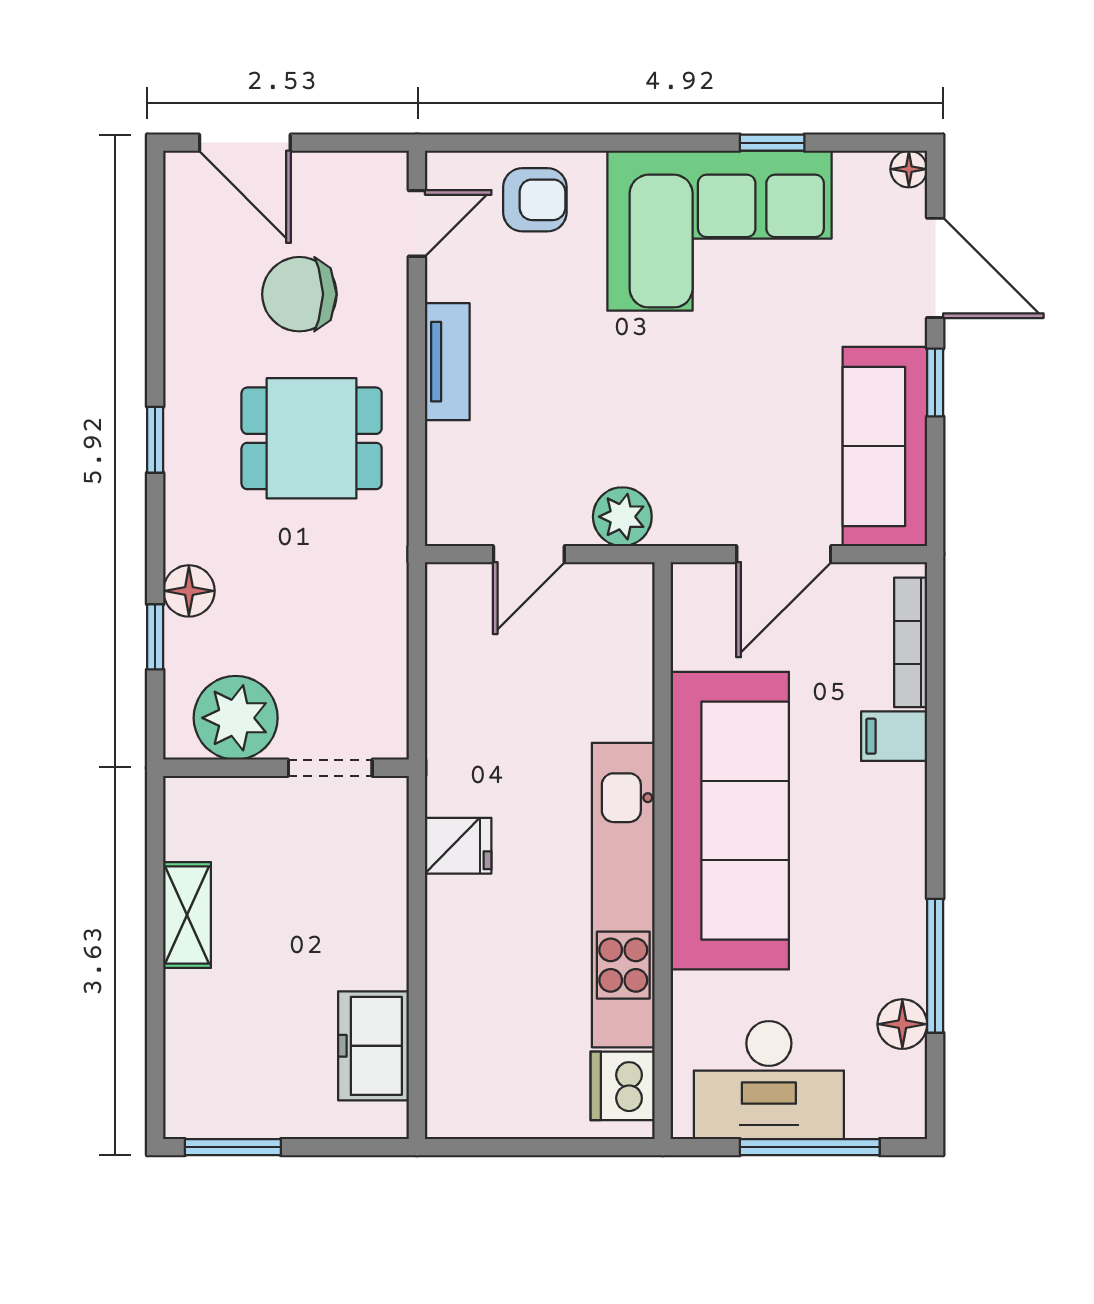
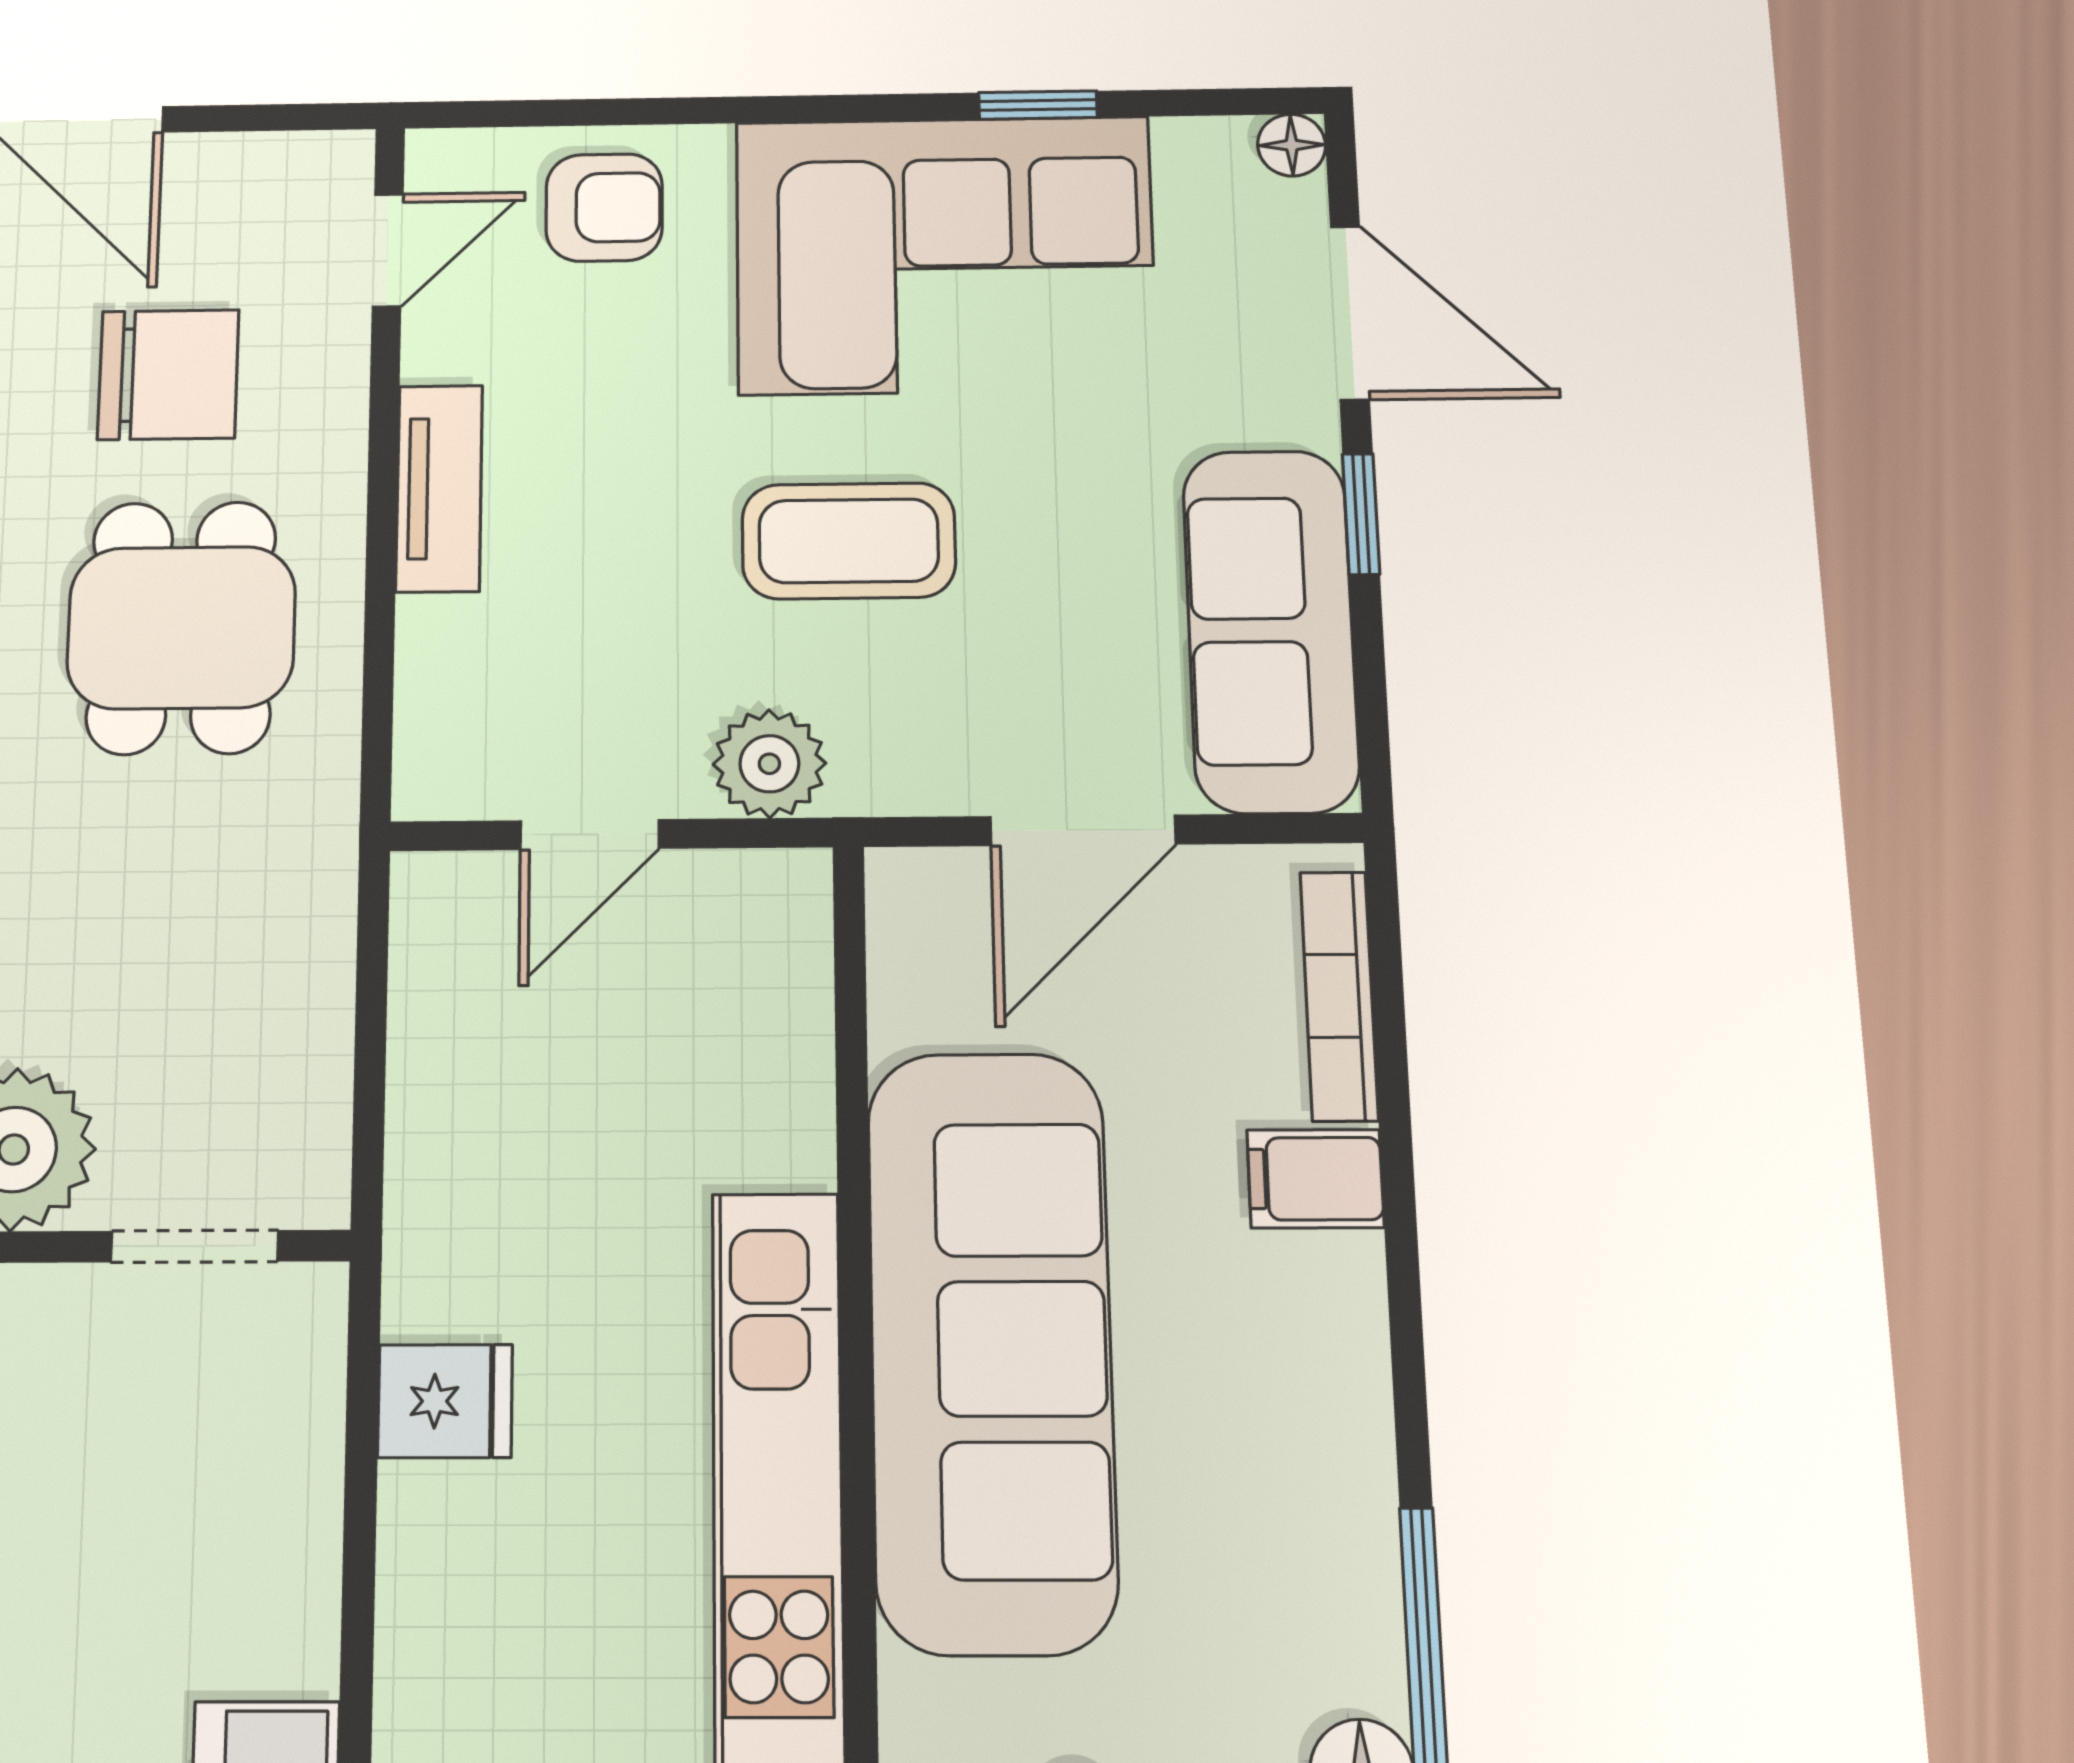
chair: (299, 294) -> (168, 375), turned 180
coffee table: (665, 394) -> (849, 541), added
dining table: (312, 438) -> (181, 627), turned 90

